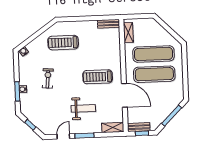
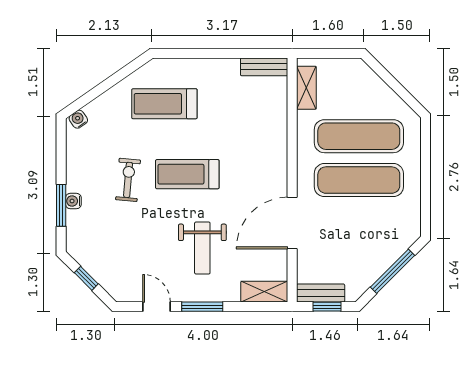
treadmill: (98, 77) -> (187, 174), moved
door: (124, 95) -> (292, 223), swing flipped
weight bench: (83, 108) -> (202, 248), turned 90
door: (63, 136) -> (157, 307), hinge flipped

